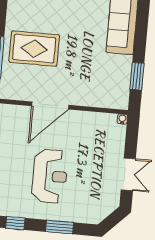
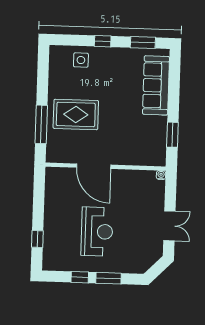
door: (50, 105) -> (94, 166), hinge flipped
window: (15, 223) -> (80, 277), moved

